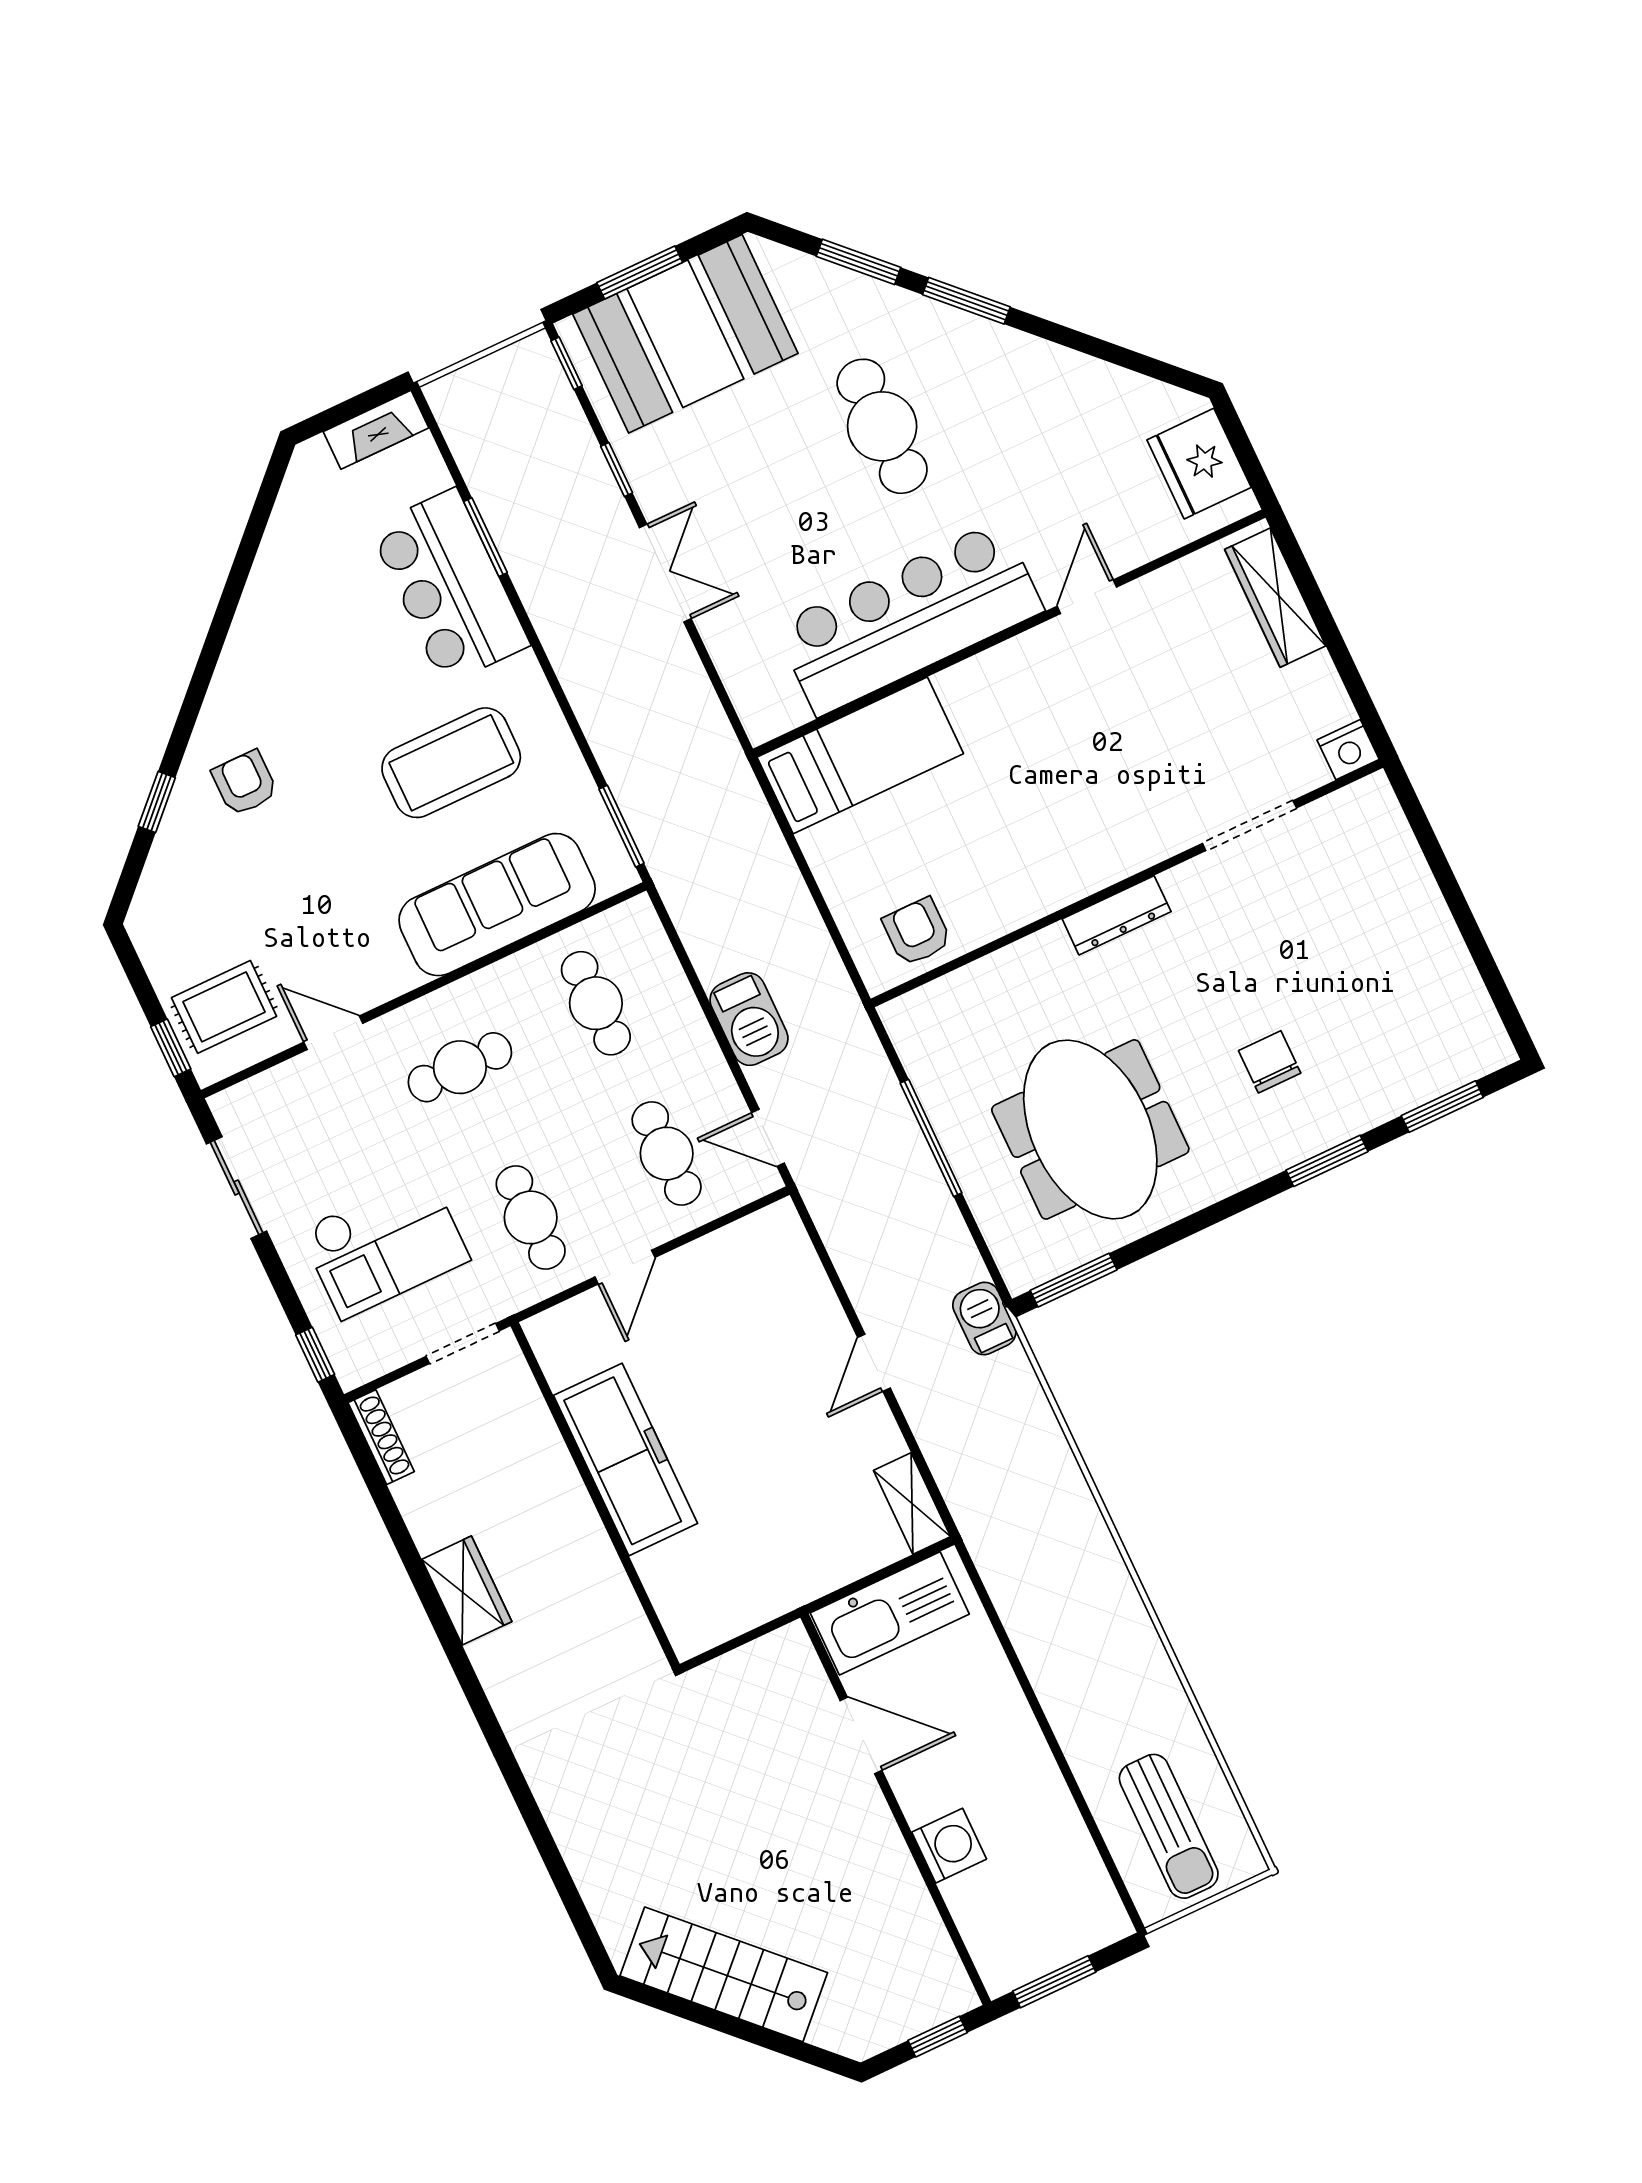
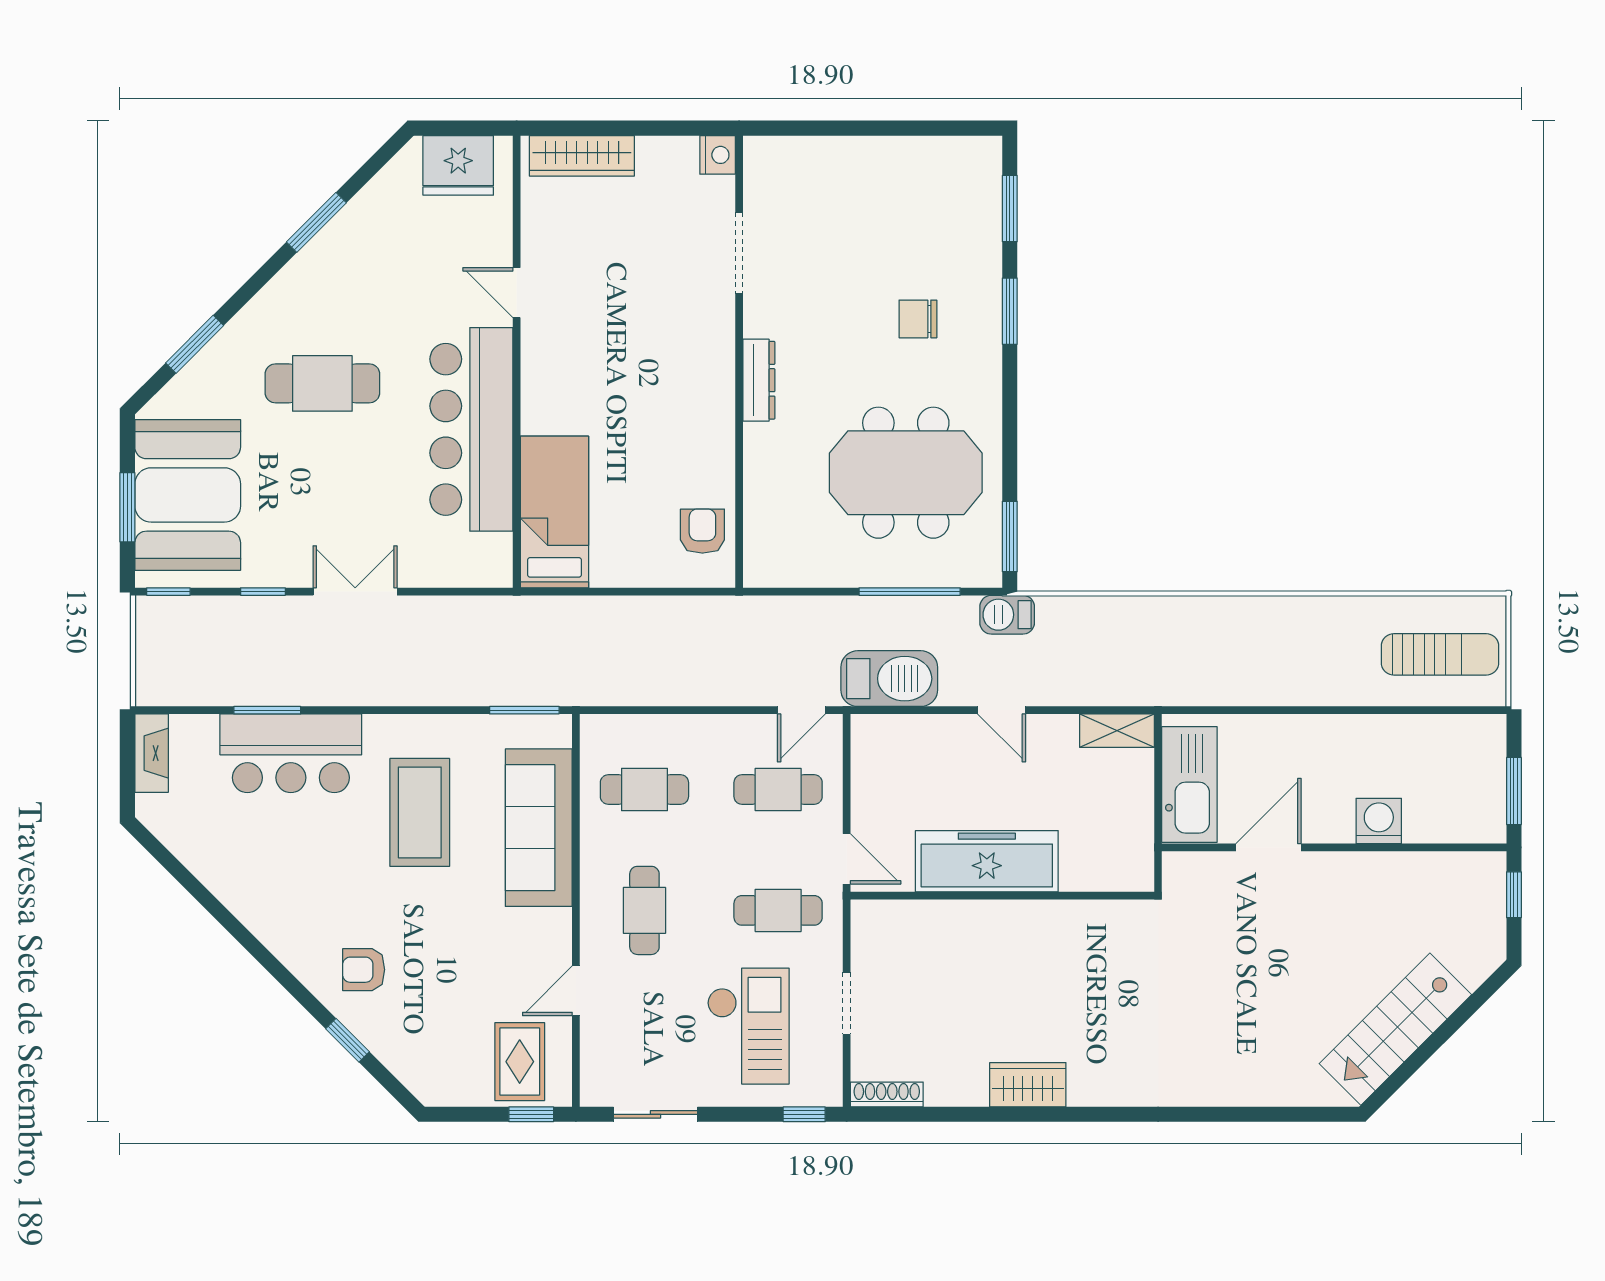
window: (966, 301) -> (316, 222), moved
armchair: (917, 932) -> (702, 531), turned 90
barbecue: (749, 1019) -> (889, 679), moved, width x1.37, depth x1.21
window: (931, 1138) -> (910, 592), moved
freezer: (625, 1459) -> (987, 861), moved
wall: (595, 1495) -> (1002, 896), moved

